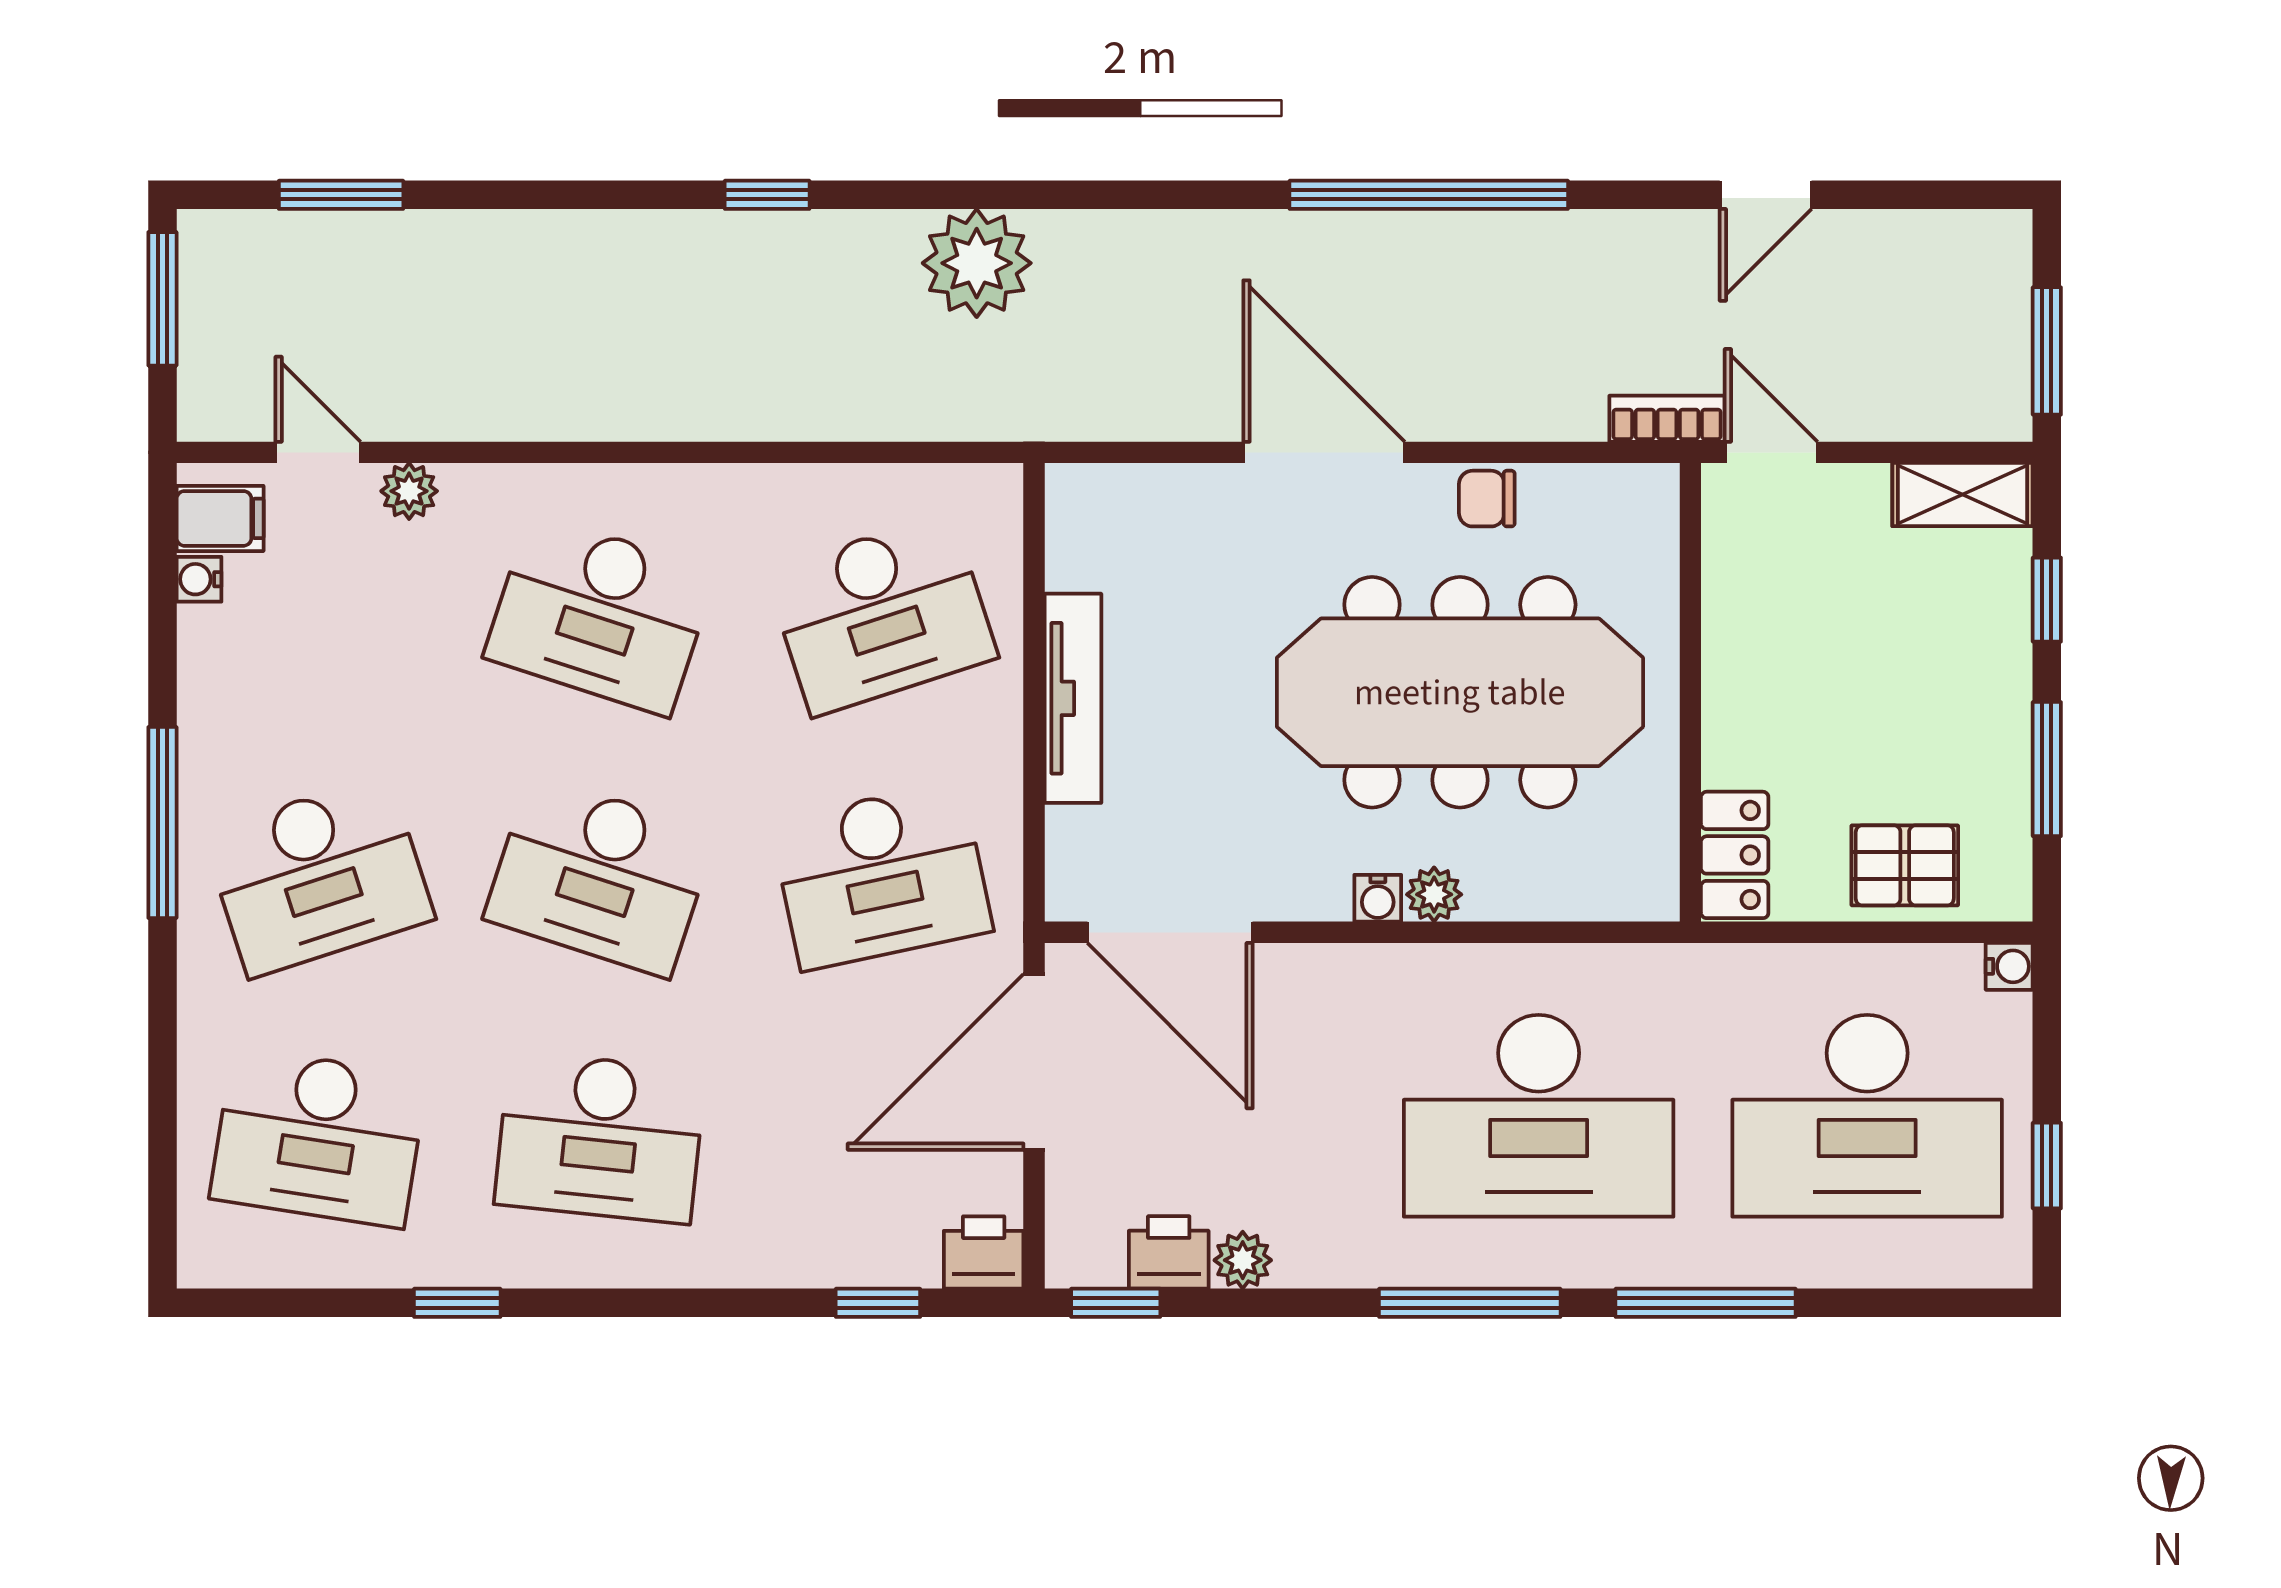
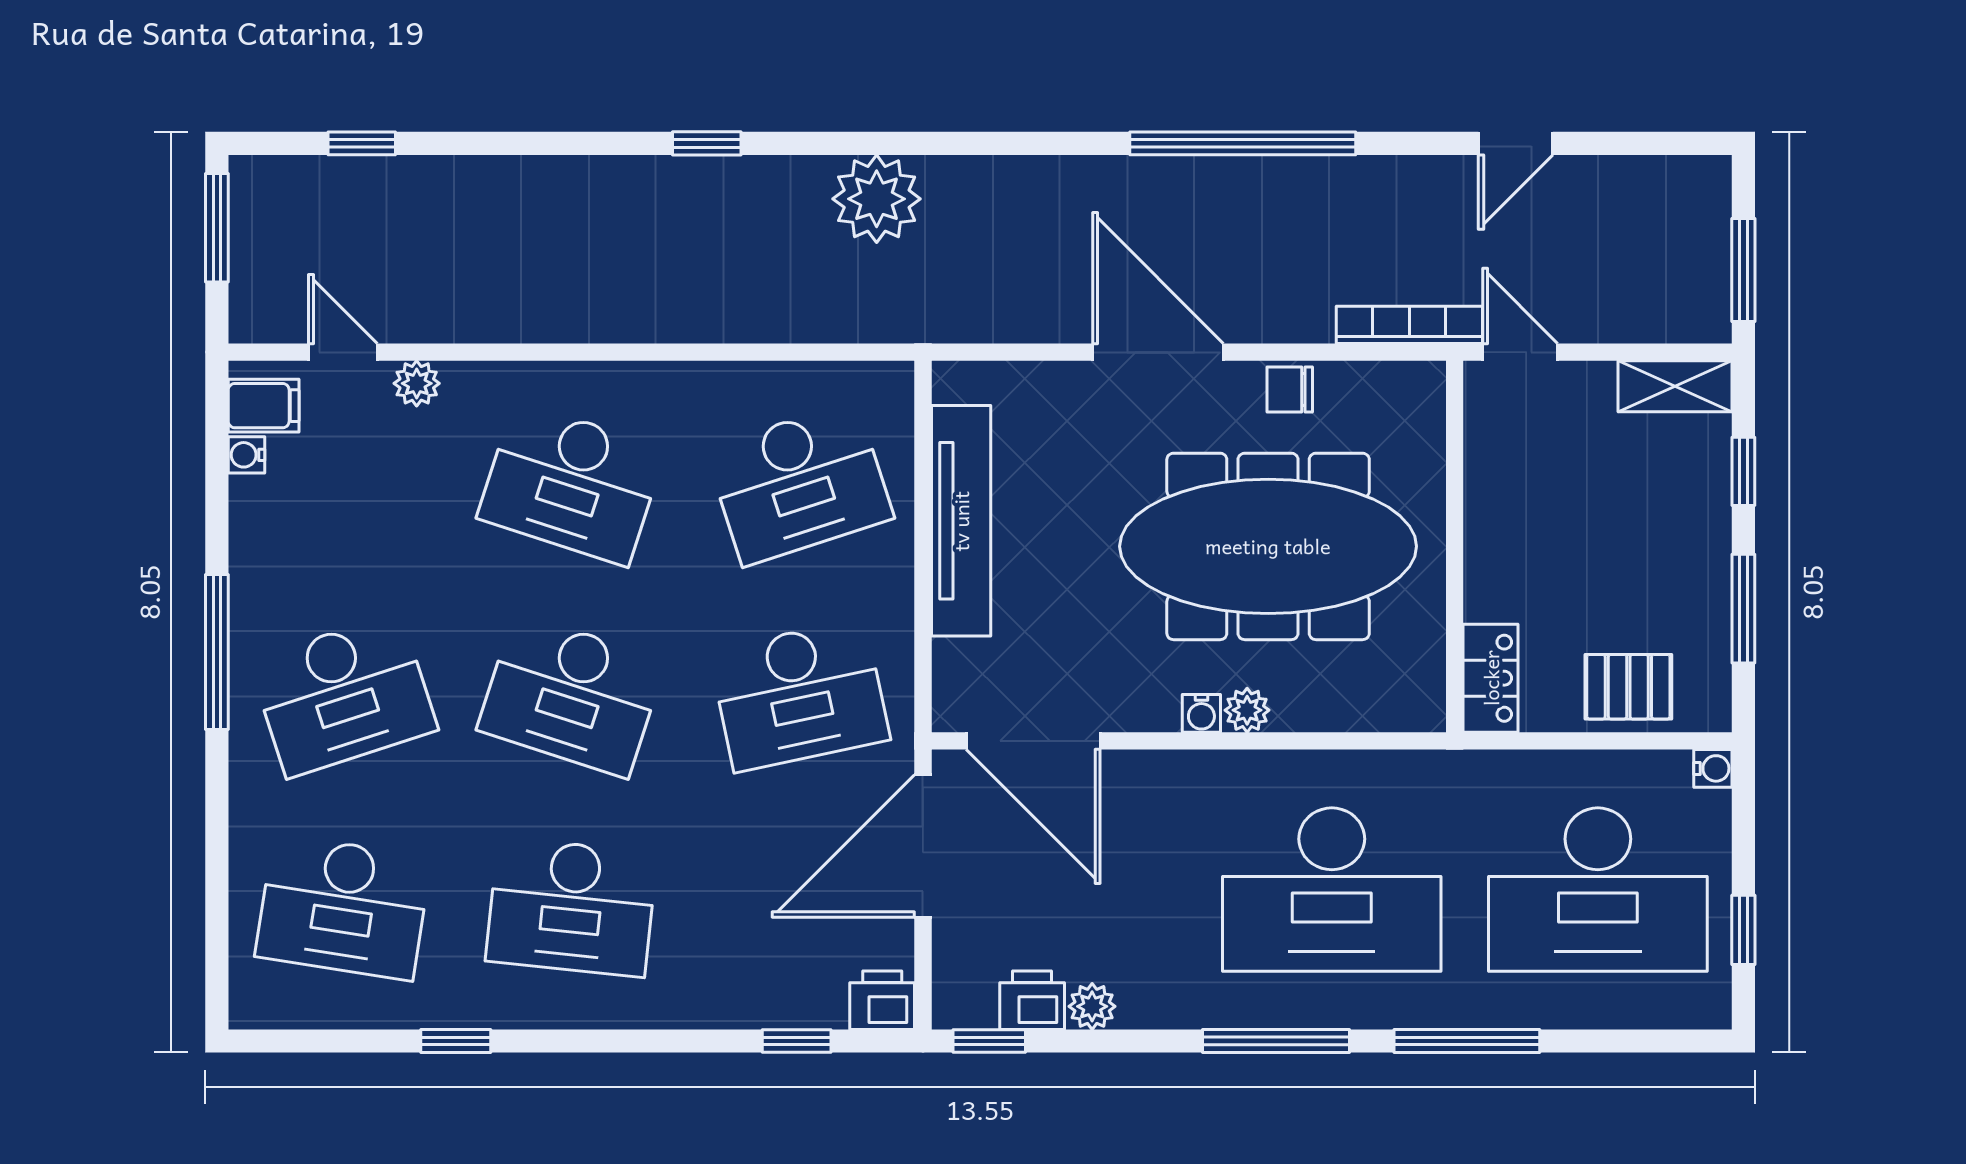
window: (341, 195) -> (362, 143), width x0.67
bookcase: (1667, 419) -> (1409, 325), width x1.56
tv unit: (1073, 698) -> (961, 521), width x1.36, depth x1.29

